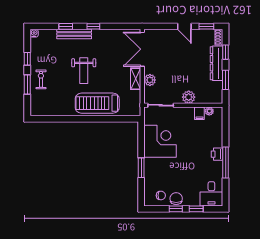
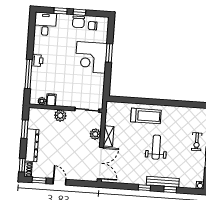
window: (226, 52) -> (22, 165), moved
treadmill: (97, 103) -> (146, 116), width x0.73, depth x0.73
corner desk: (160, 141) -> (91, 57), moved
window: (226, 162) -> (29, 74), moved

